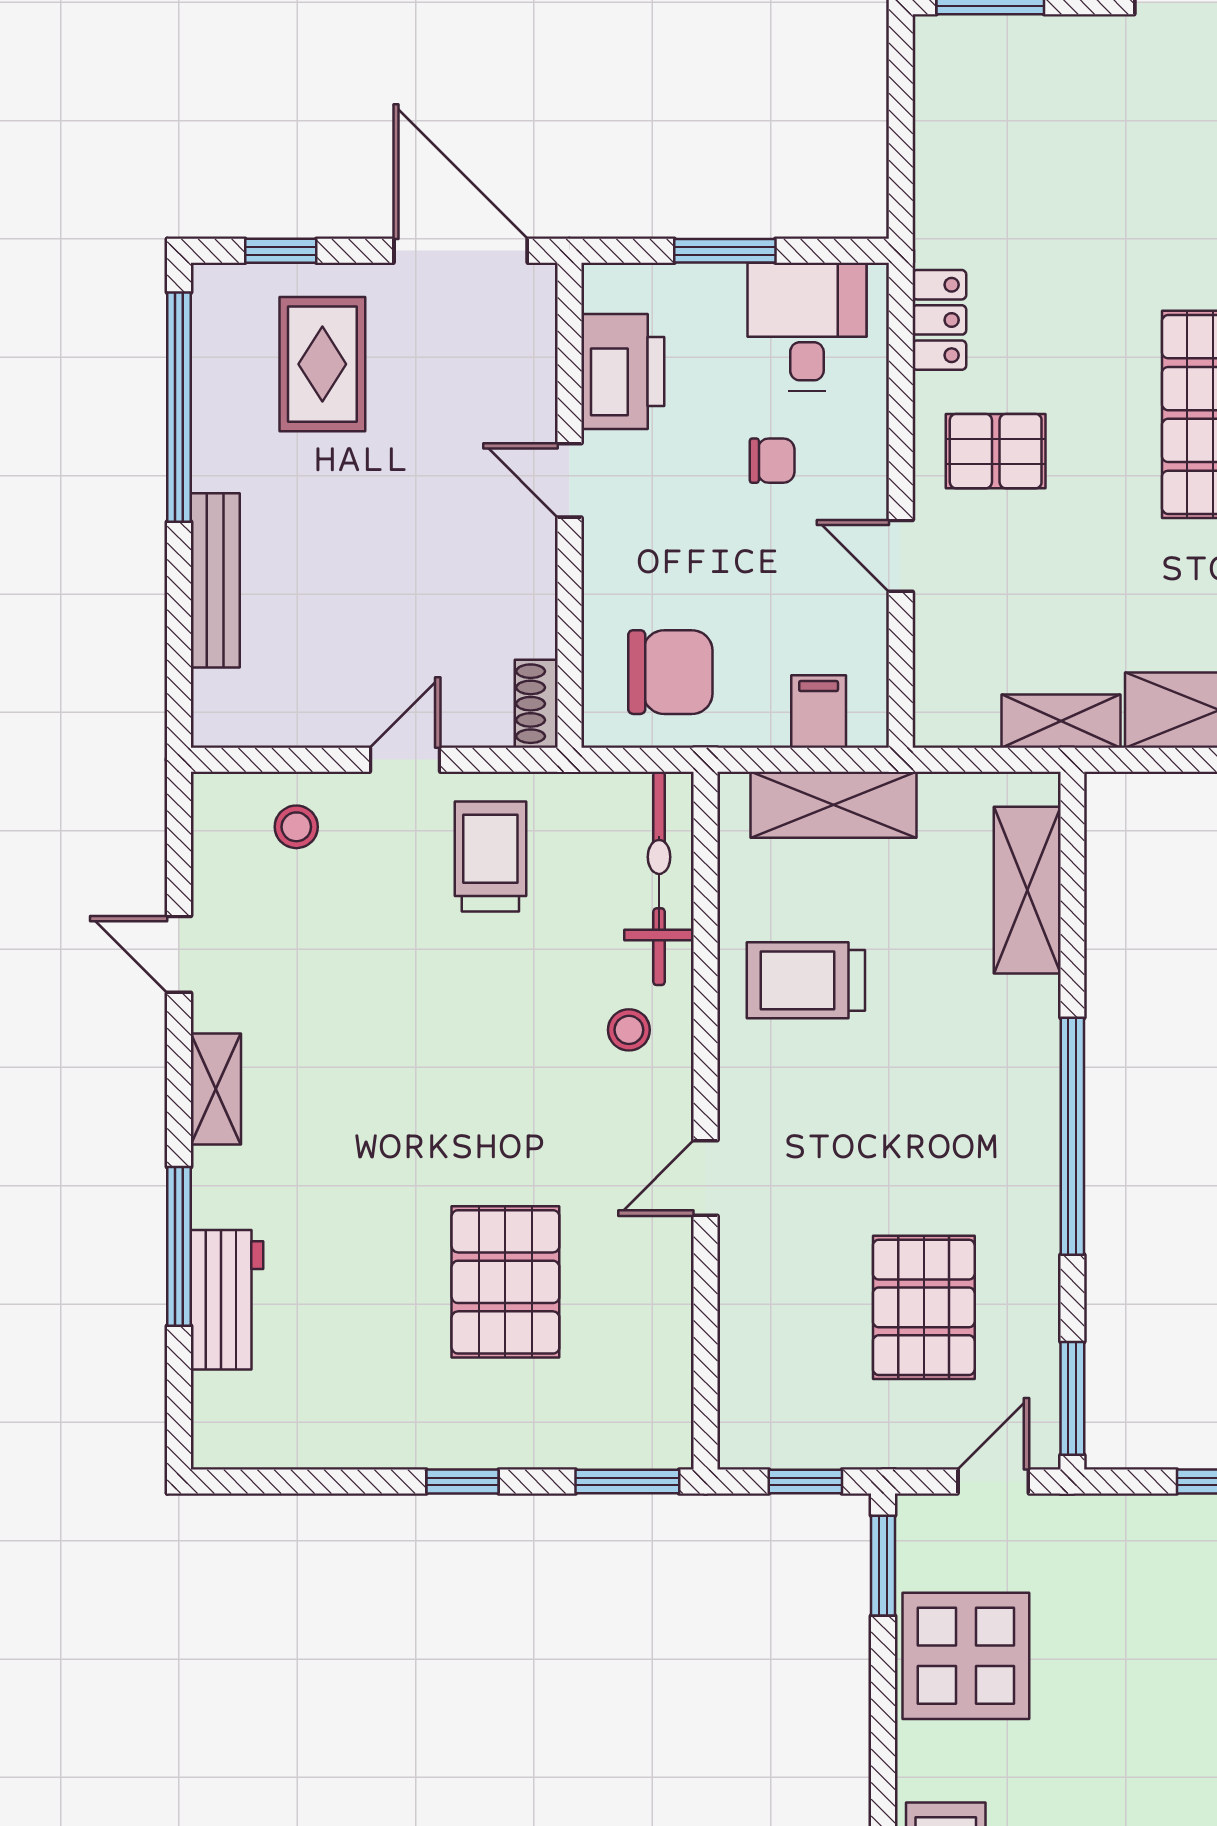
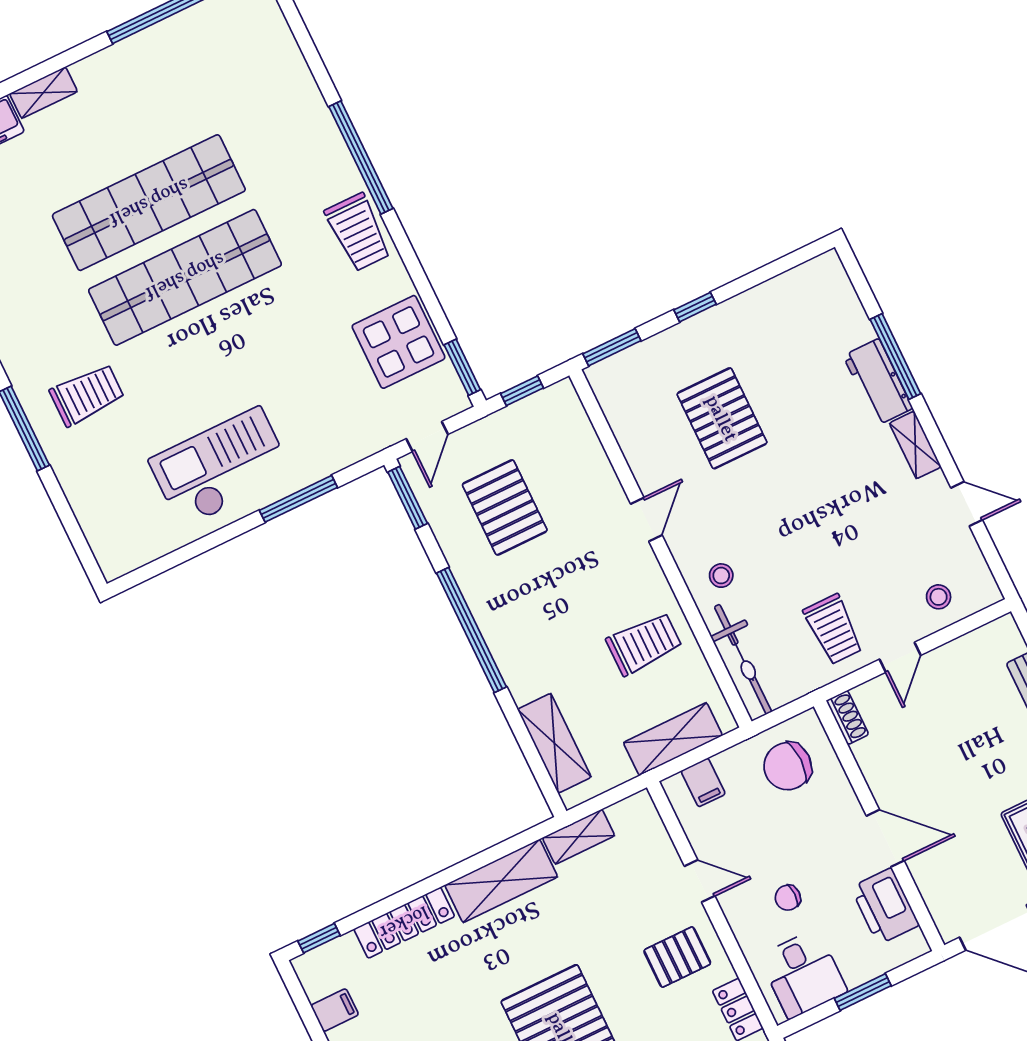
door: (569, 480) -> (885, 838), width x1.38
workbench: (227, 1300) -> (878, 382), moved

